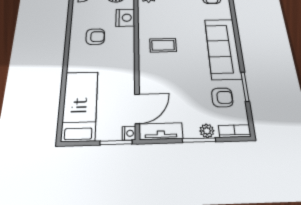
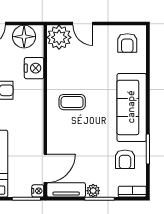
armchair: (222, 97) -> (125, 159), turned 90
plant: (207, 131) -> (93, 191), moved

